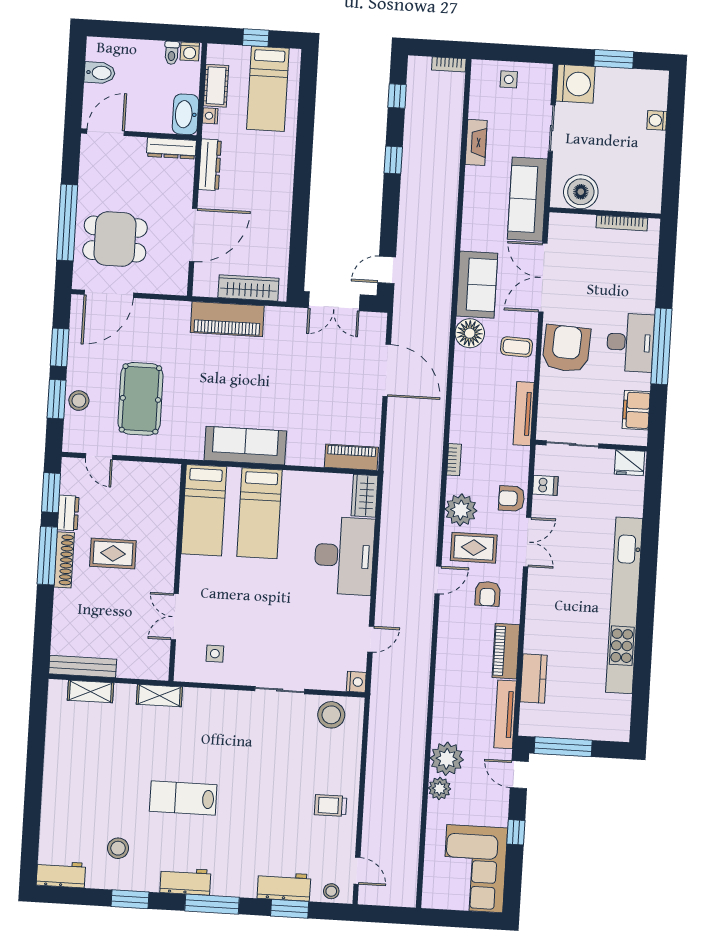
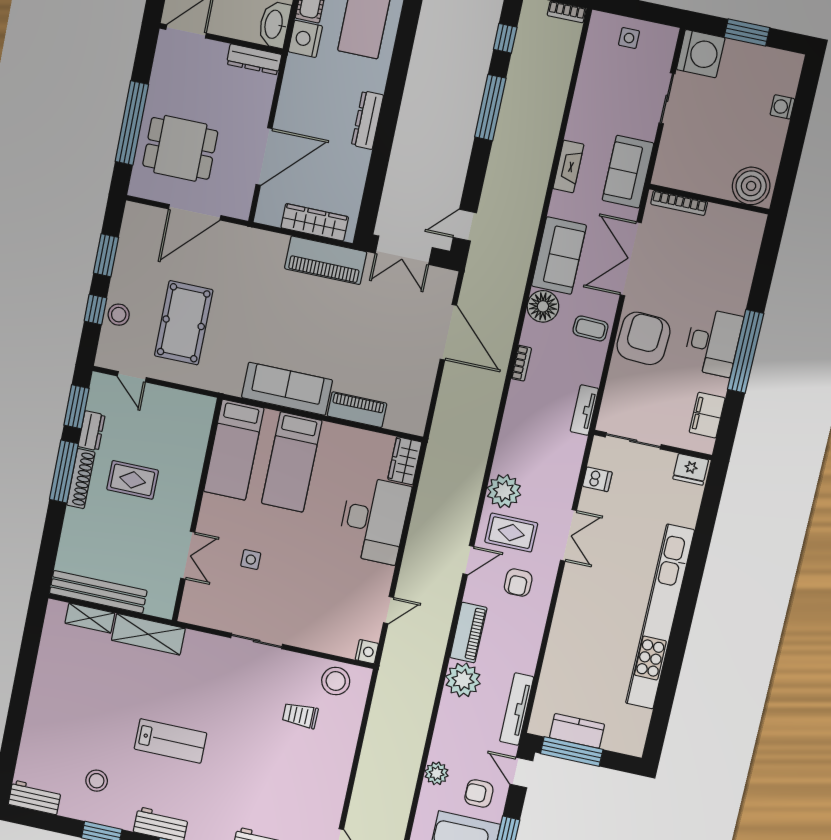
nightstand: (210, 116) -> (305, 39), width x1.89, depth x1.79
fireplace: (476, 142) -> (568, 166), moved
window: (393, 160) -> (490, 108), width x2.17
dresser: (210, 165) -> (368, 120), moved, turned 180
boiler: (581, 192) -> (751, 186), moved
sofa: (527, 199) -> (628, 172), width x0.73
bookcase: (622, 223) -> (679, 203), moved
door: (109, 294) -> (195, 212), moved
piano: (227, 319) -> (326, 260), moved
window: (57, 399) -> (95, 310), width x0.67
tv unit: (524, 414) -> (584, 410), width x0.71
piano: (351, 457) -> (357, 410), moved
bookcase: (454, 460) -> (521, 363), moved
armchair: (511, 498) -> (479, 793), moved
double door: (175, 617) -> (188, 555), swing flipped
piano: (506, 651) -> (468, 632), moved, turned 180
side table: (215, 654) -> (251, 560), moved
bench: (83, 666) -> (98, 592), width x1.37, depth x1.21
kitchen counter: (534, 678) -> (577, 731), moved, turned -90
sliding door: (280, 690) -> (257, 641), moved
shelving: (159, 696) -> (148, 634), width x1.50, depth x1.33
plant: (447, 759) -> (463, 680), moved
lab bench: (183, 798) -> (170, 741), turned 180
trolley: (331, 806) -> (300, 715), moved

